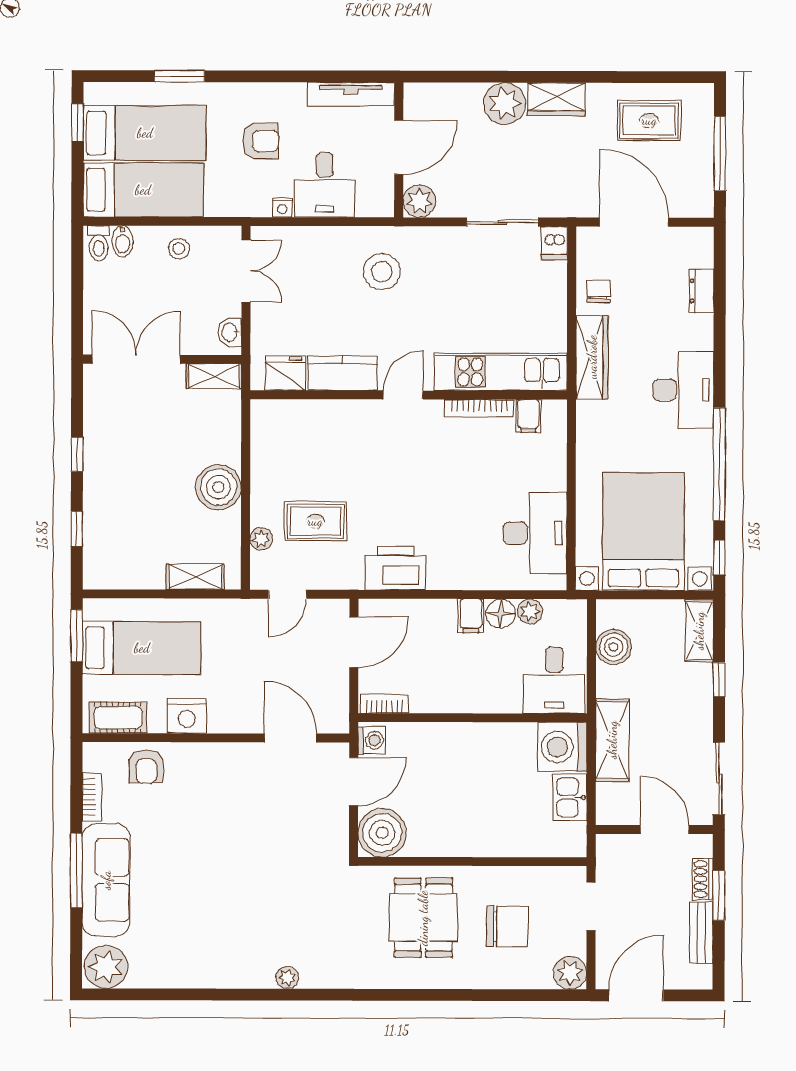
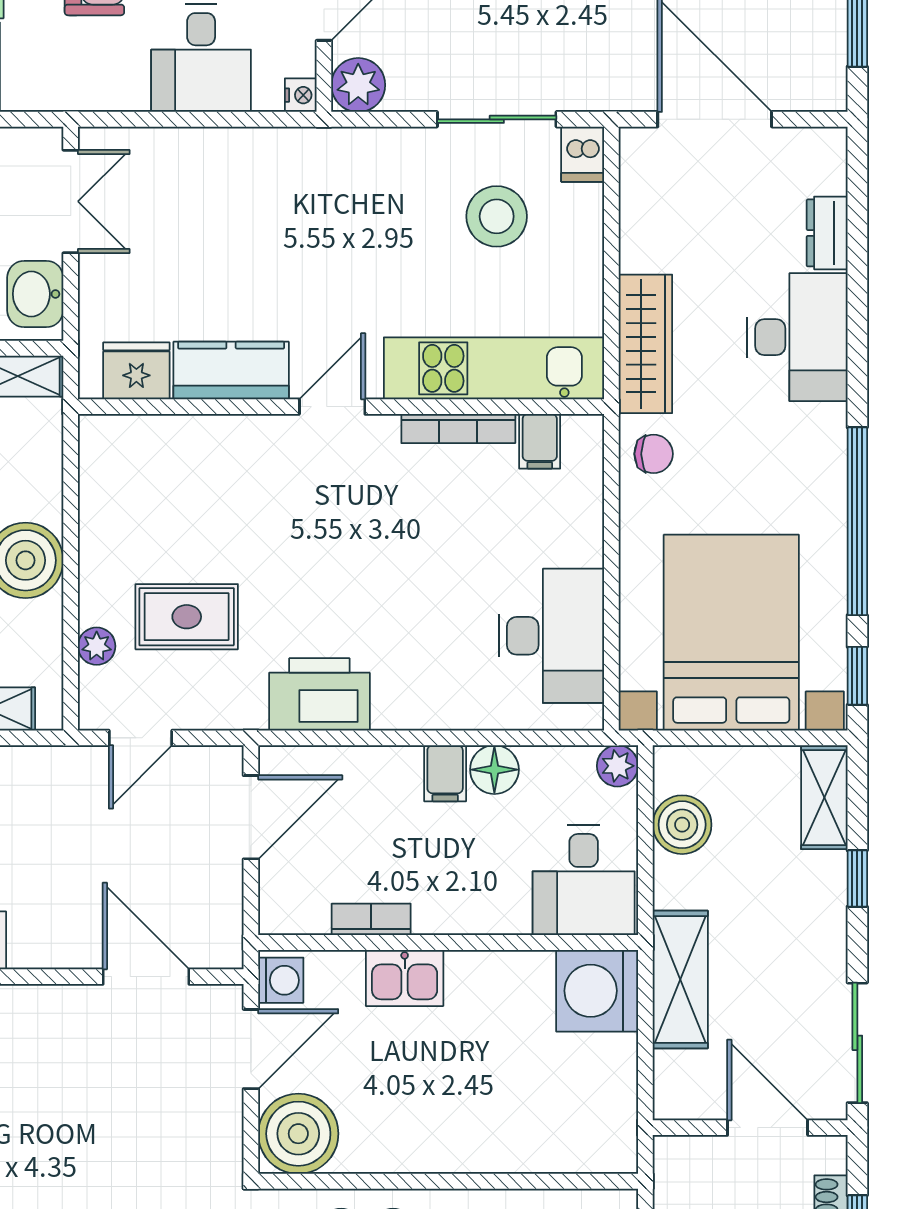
nightstand: (282, 208) -> (301, 95), moved, turned -90
stool: (382, 272) -> (497, 216), moved
chair: (598, 291) -> (654, 454), moved, turned 90
washbasin: (230, 332) -> (35, 294), width x1.38, depth x1.45
desk: (683, 390) -> (797, 337), moved
plant: (530, 611) -> (617, 766), moved
bookcase: (384, 704) -> (371, 919), moved
kitchen sink: (570, 797) -> (405, 978), moved, turned -90

